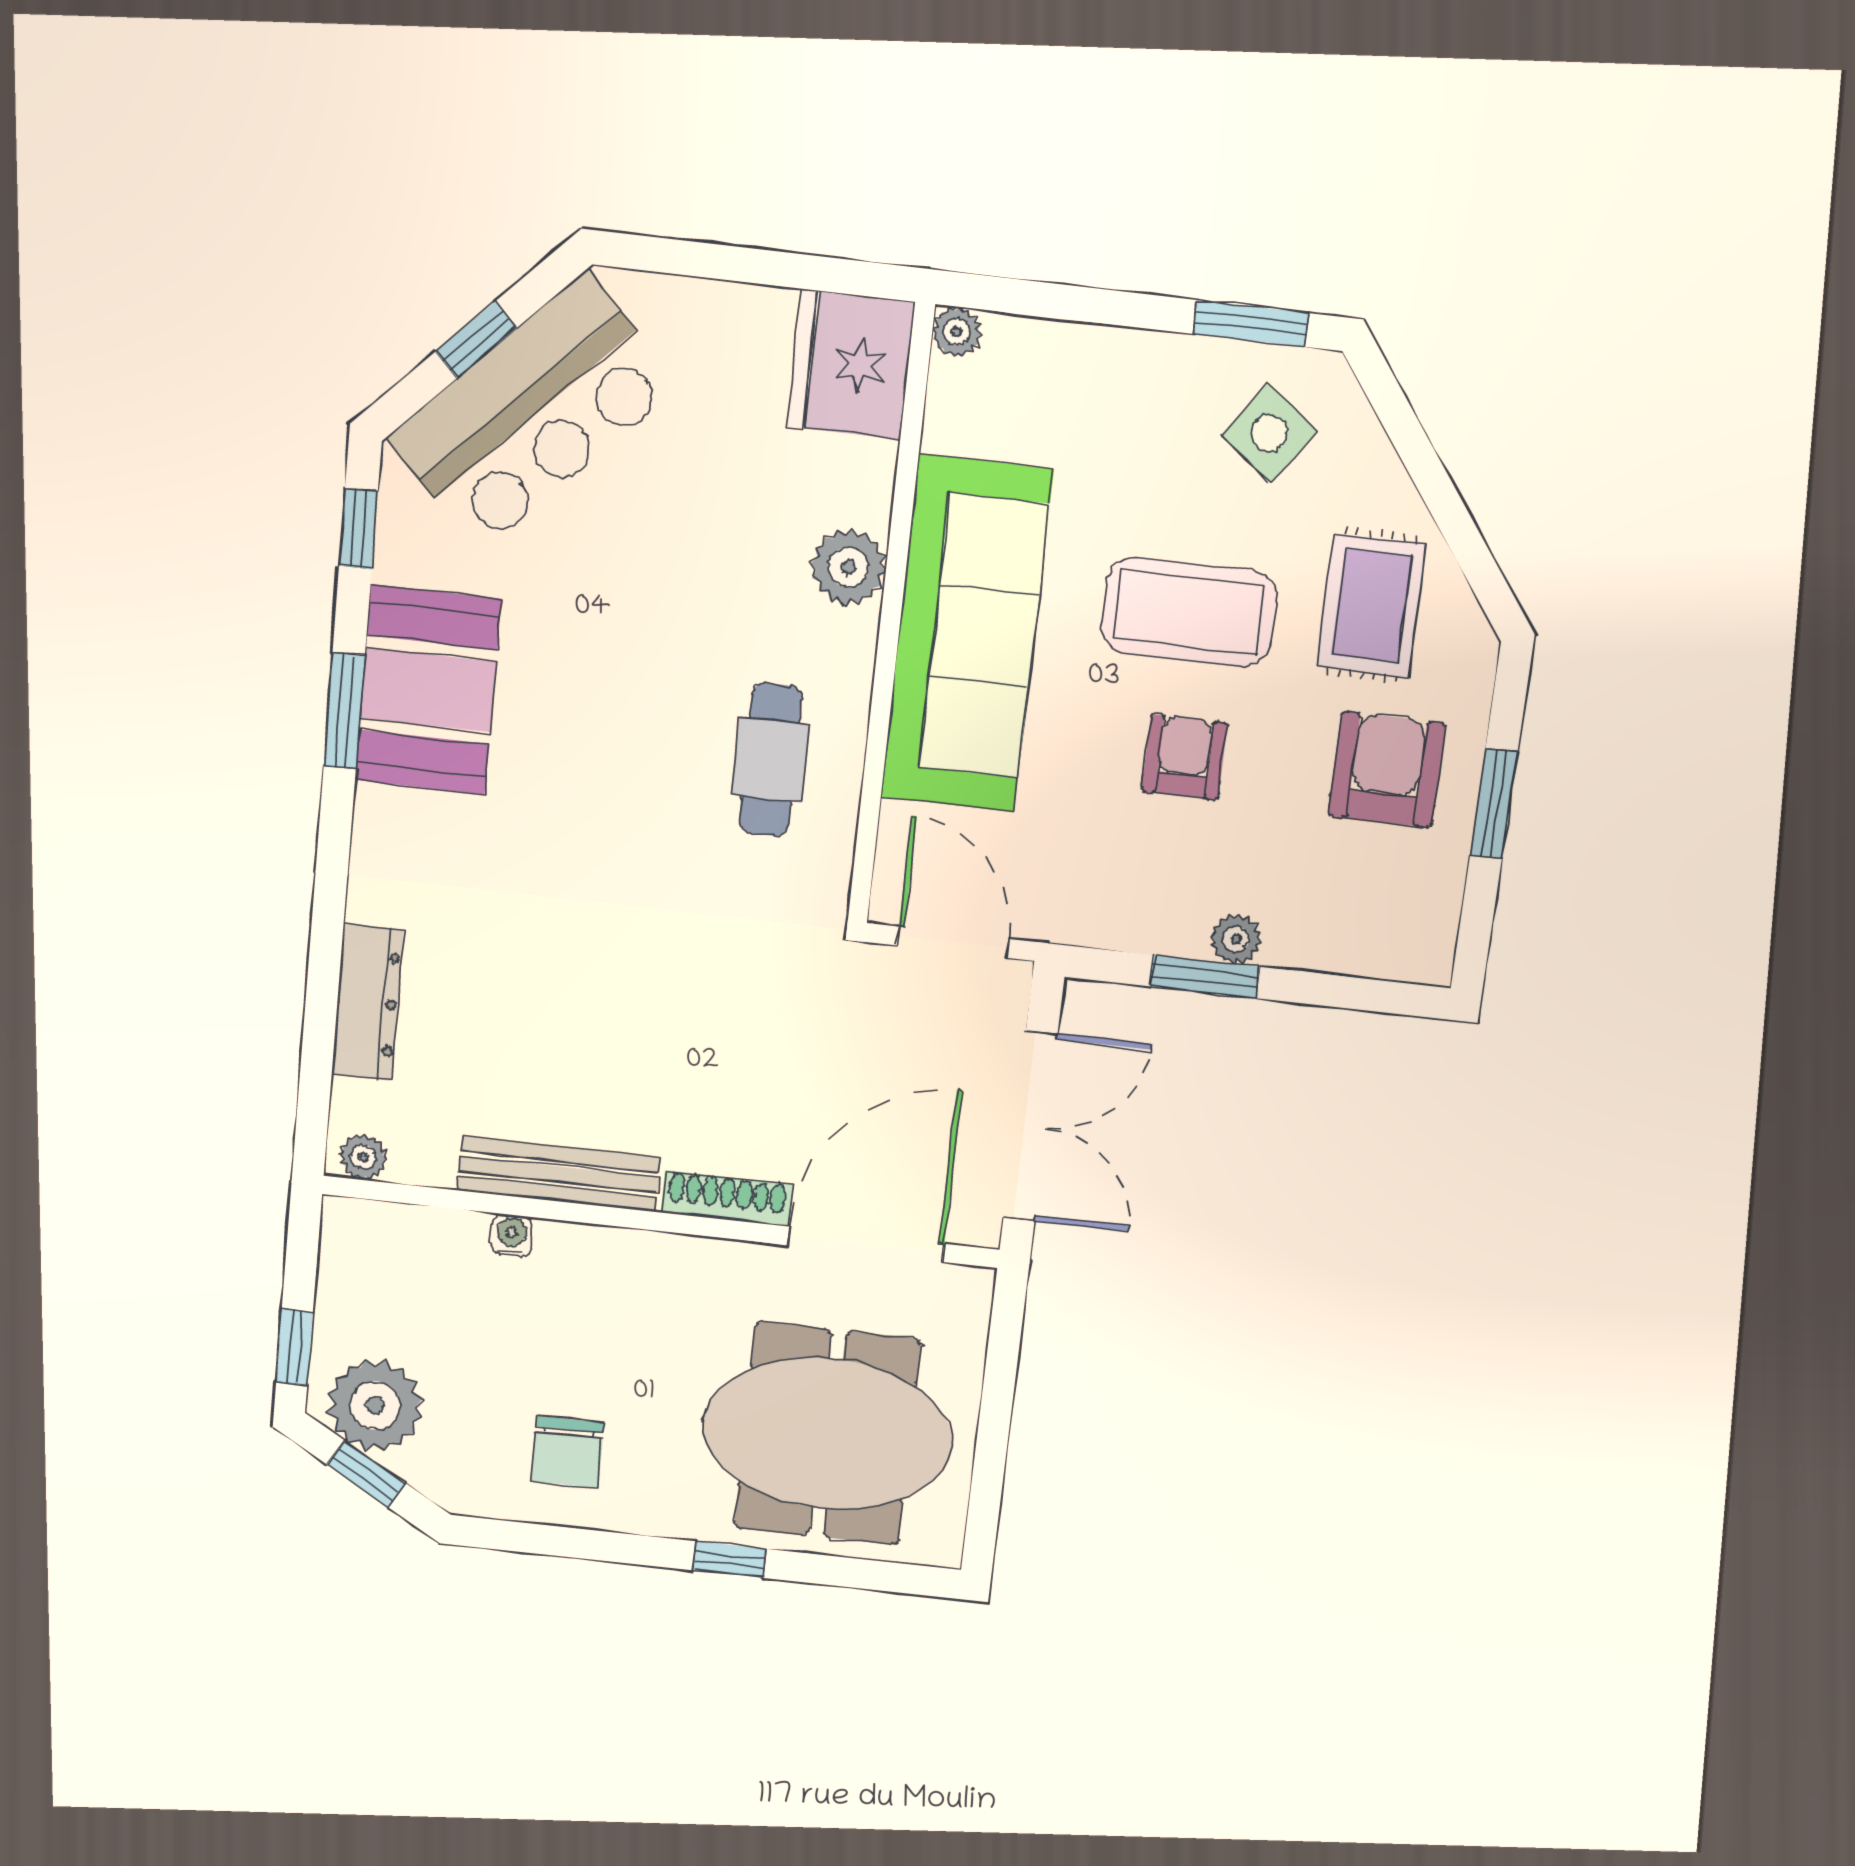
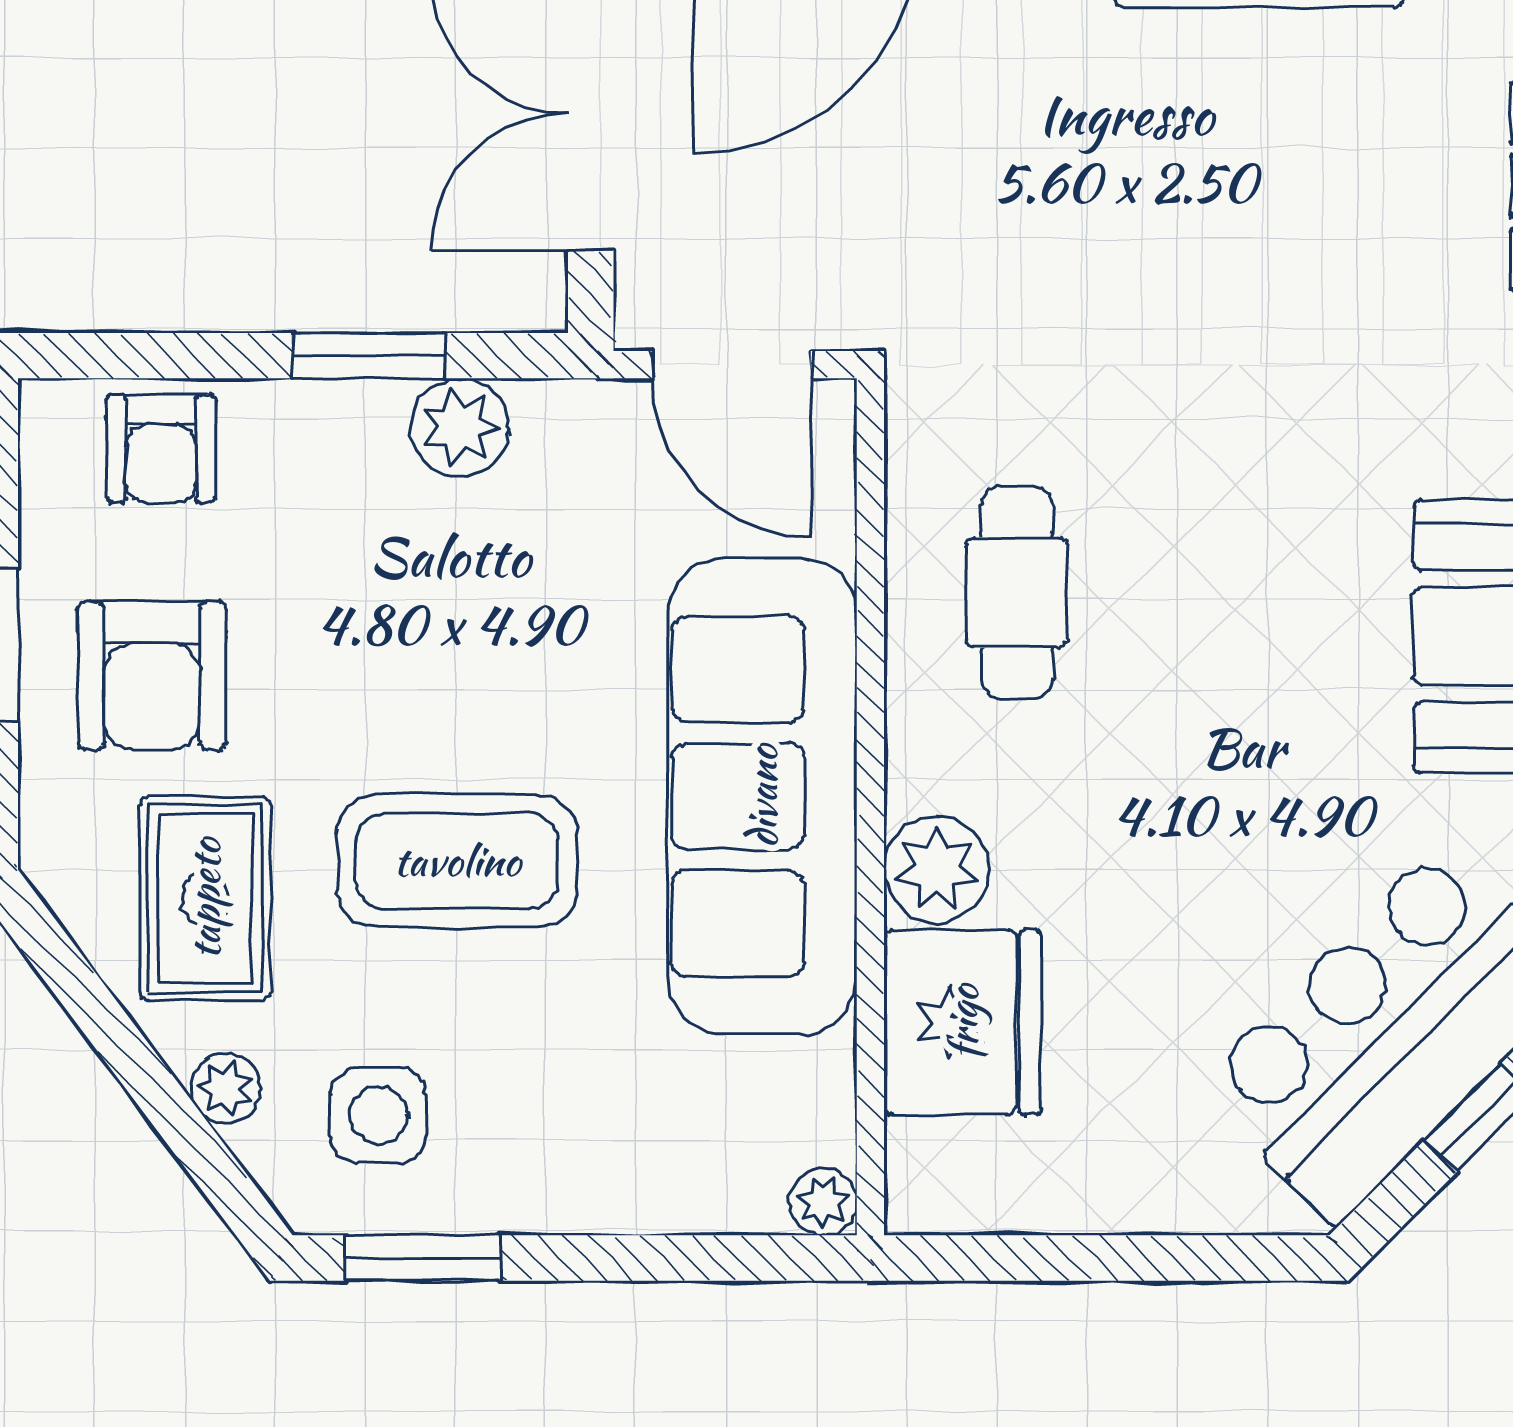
fridge: (851, 364) -> (963, 1022), moved
side table: (1269, 433) -> (378, 1115), turned -36
plant: (1375, 466) -> (226, 1088), added
armchair: (1184, 757) -> (161, 448), moved
plant: (1236, 939) -> (460, 427), moved, width x1.38, depth x1.38

